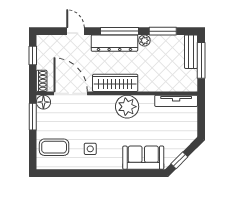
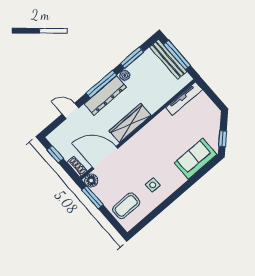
bench: (191, 52) -> (168, 59), width x1.36
plant: (127, 107) -> (153, 133), removed

